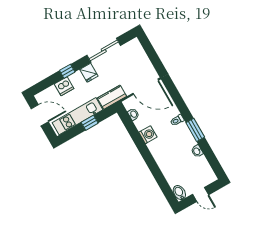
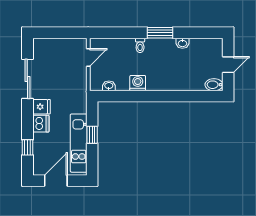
window: (67, 71) -> (27, 147), moved
dishwasher: (64, 86) -> (41, 124), moved
door: (146, 87) -> (88, 58), width x0.53
kitchen counter: (112, 97) -> (79, 98), removed

